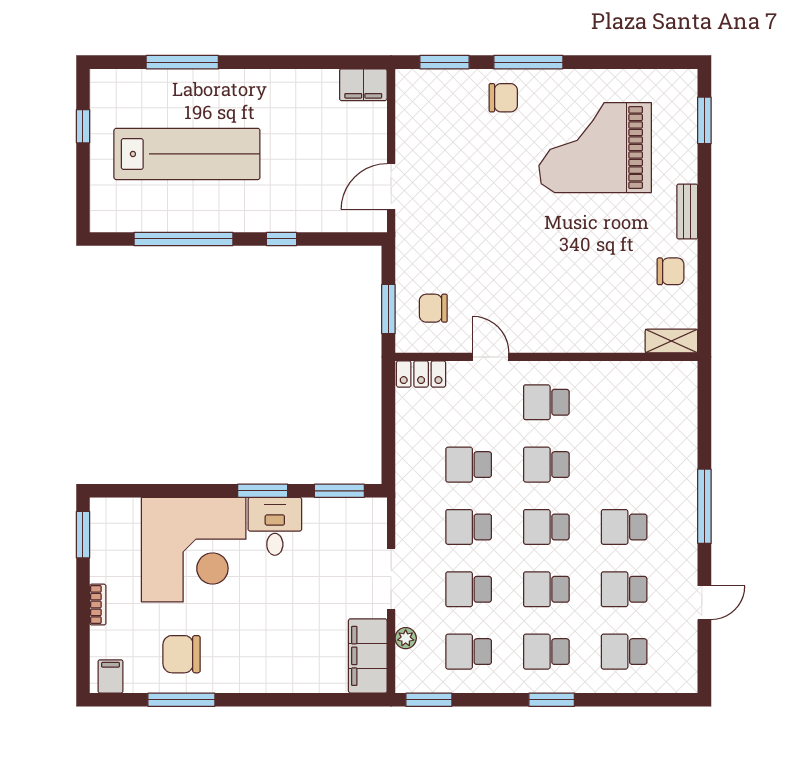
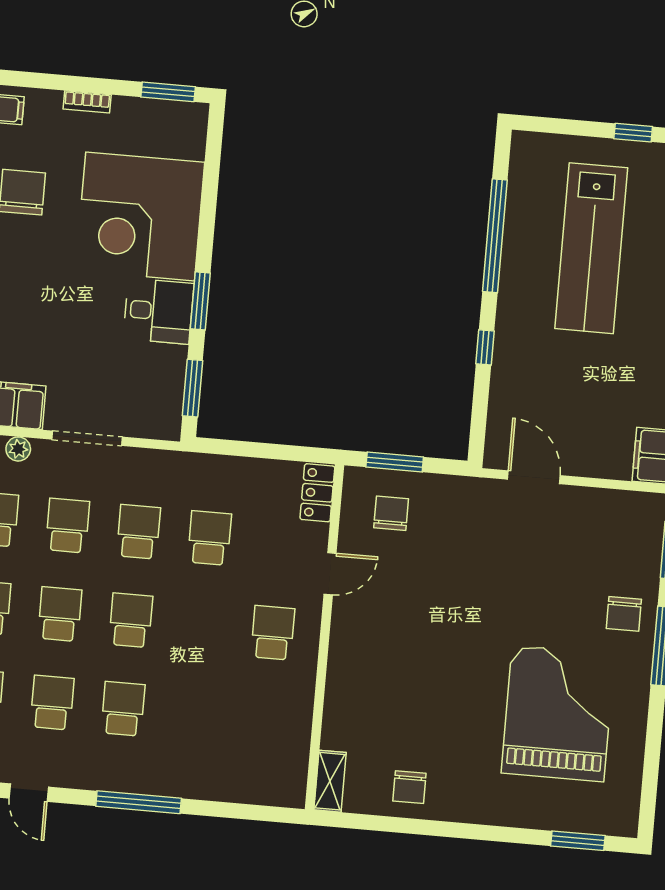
bench: (687, 212) -> (476, 812), removed
school desk: (546, 465) -> (202, 626), removed

